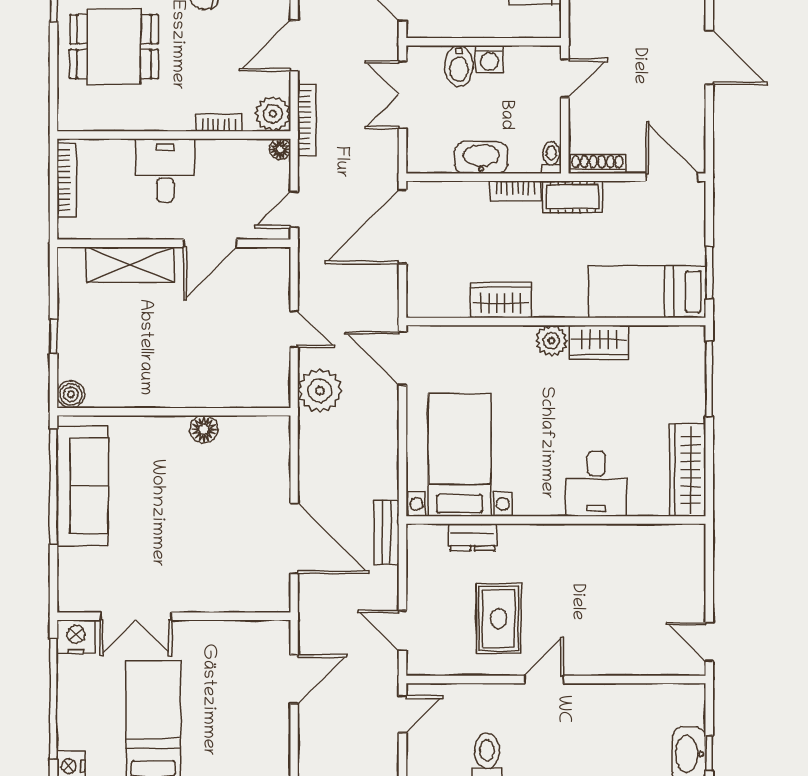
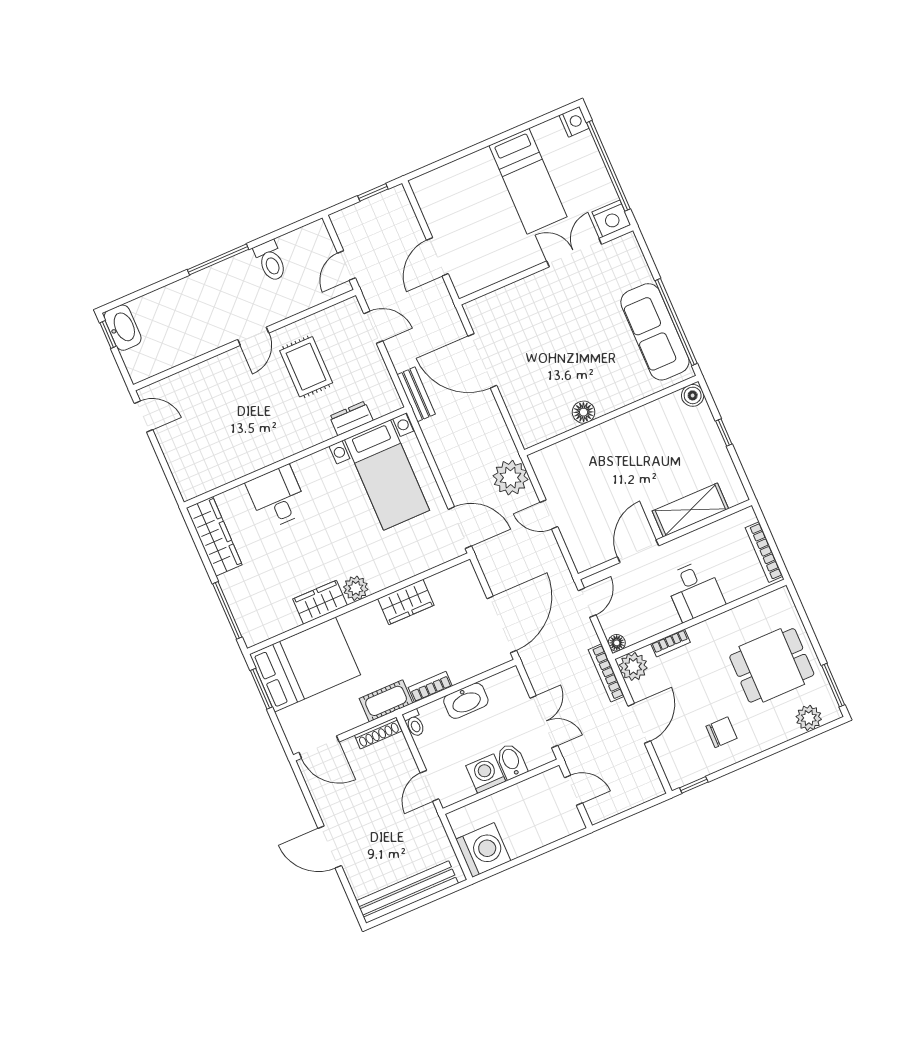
washing machine: (489, 59) -> (486, 774), width x1.38, depth x1.38
bed: (647, 292) -> (305, 665), width x1.50

